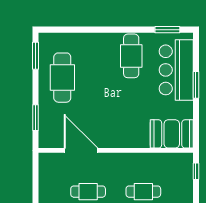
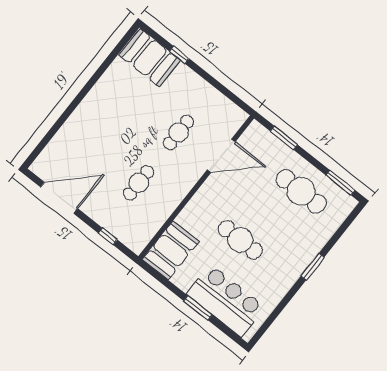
window: (167, 30) -> (312, 267), moved
cafe table: (131, 56) -> (240, 240), moved
window: (196, 171) -> (108, 236), moved

